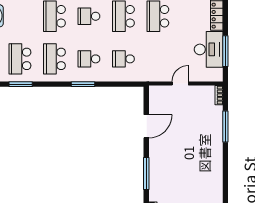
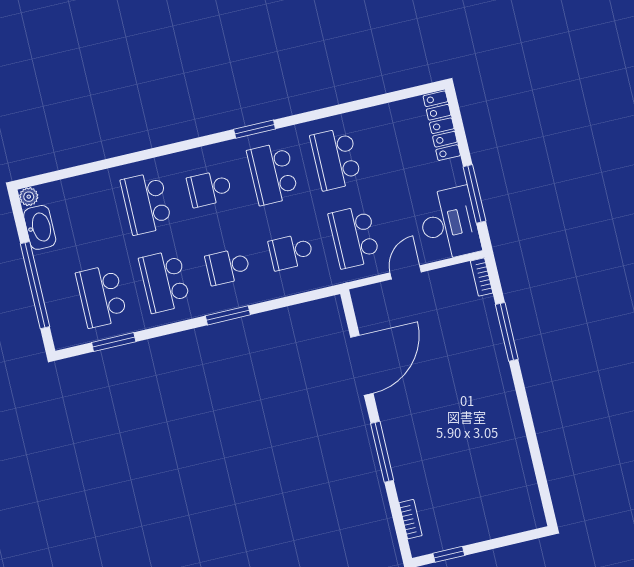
desk: (209, 49) -> (449, 224), moved
school desk: (158, 59) -> (354, 237), added
door: (146, 126) -> (362, 365), width x1.36

